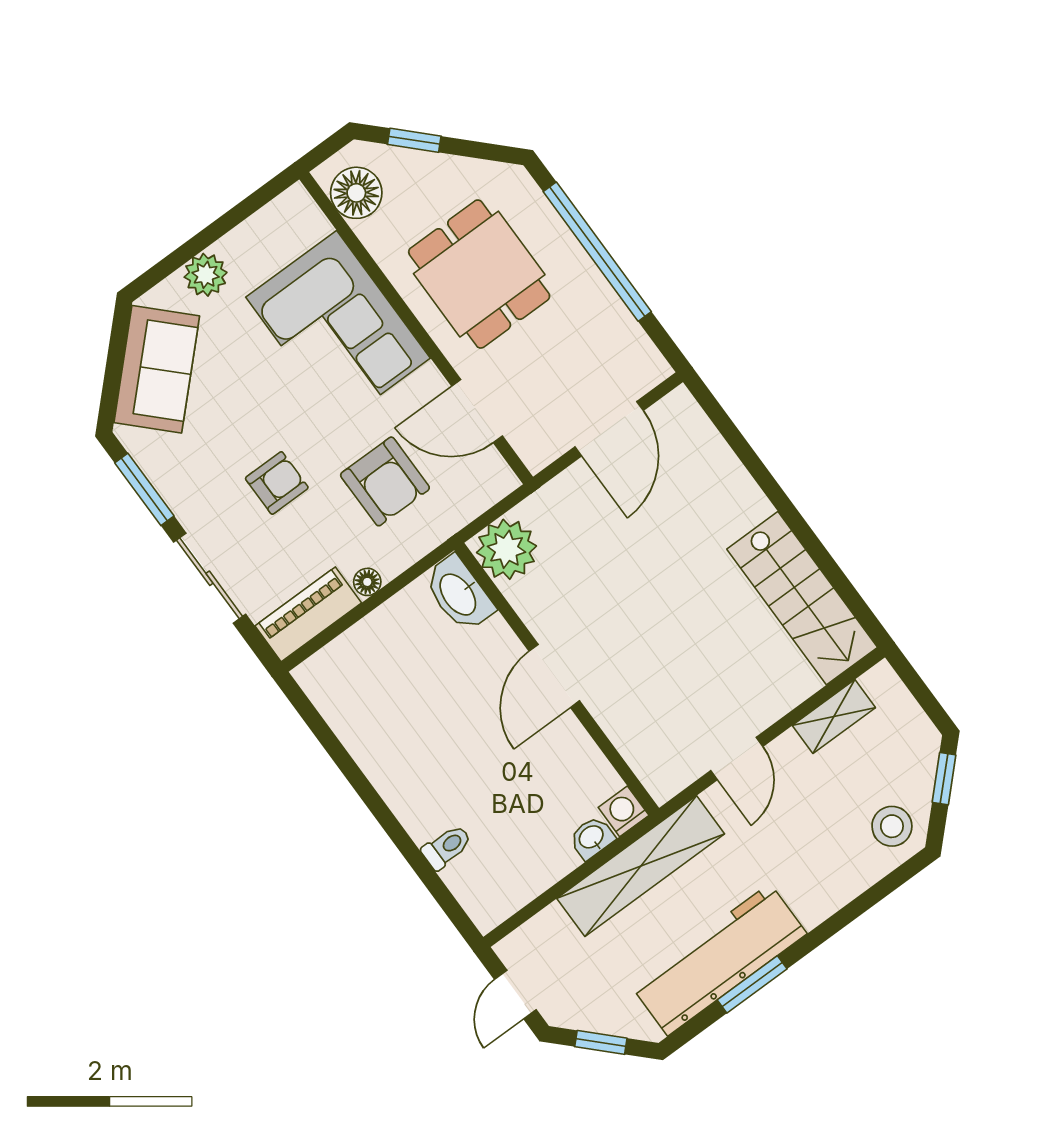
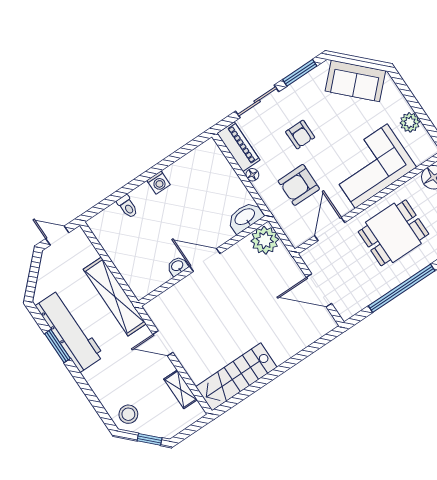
plant: (206, 275) -> (410, 122), moved
washing machine: (624, 811) -> (159, 183), moved, turned 90
washbasin: (592, 838) -> (177, 266), moved, turned -90
window: (601, 1042) -> (33, 275), removed

